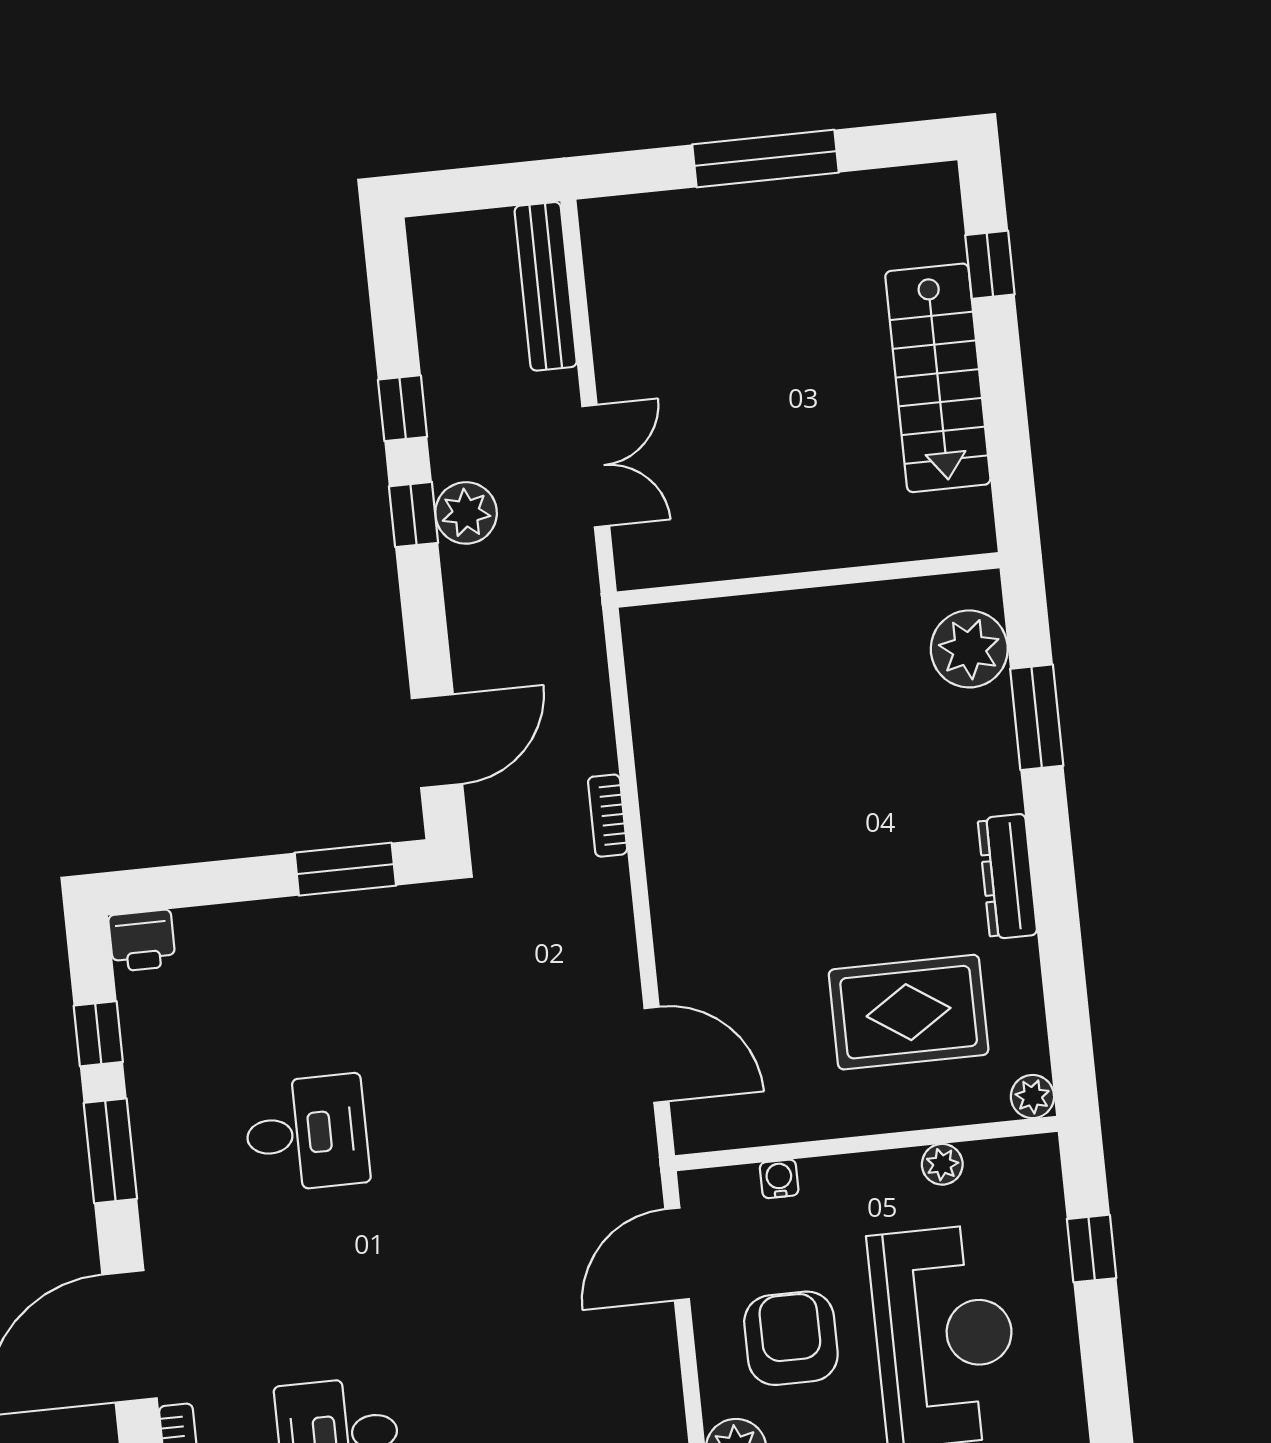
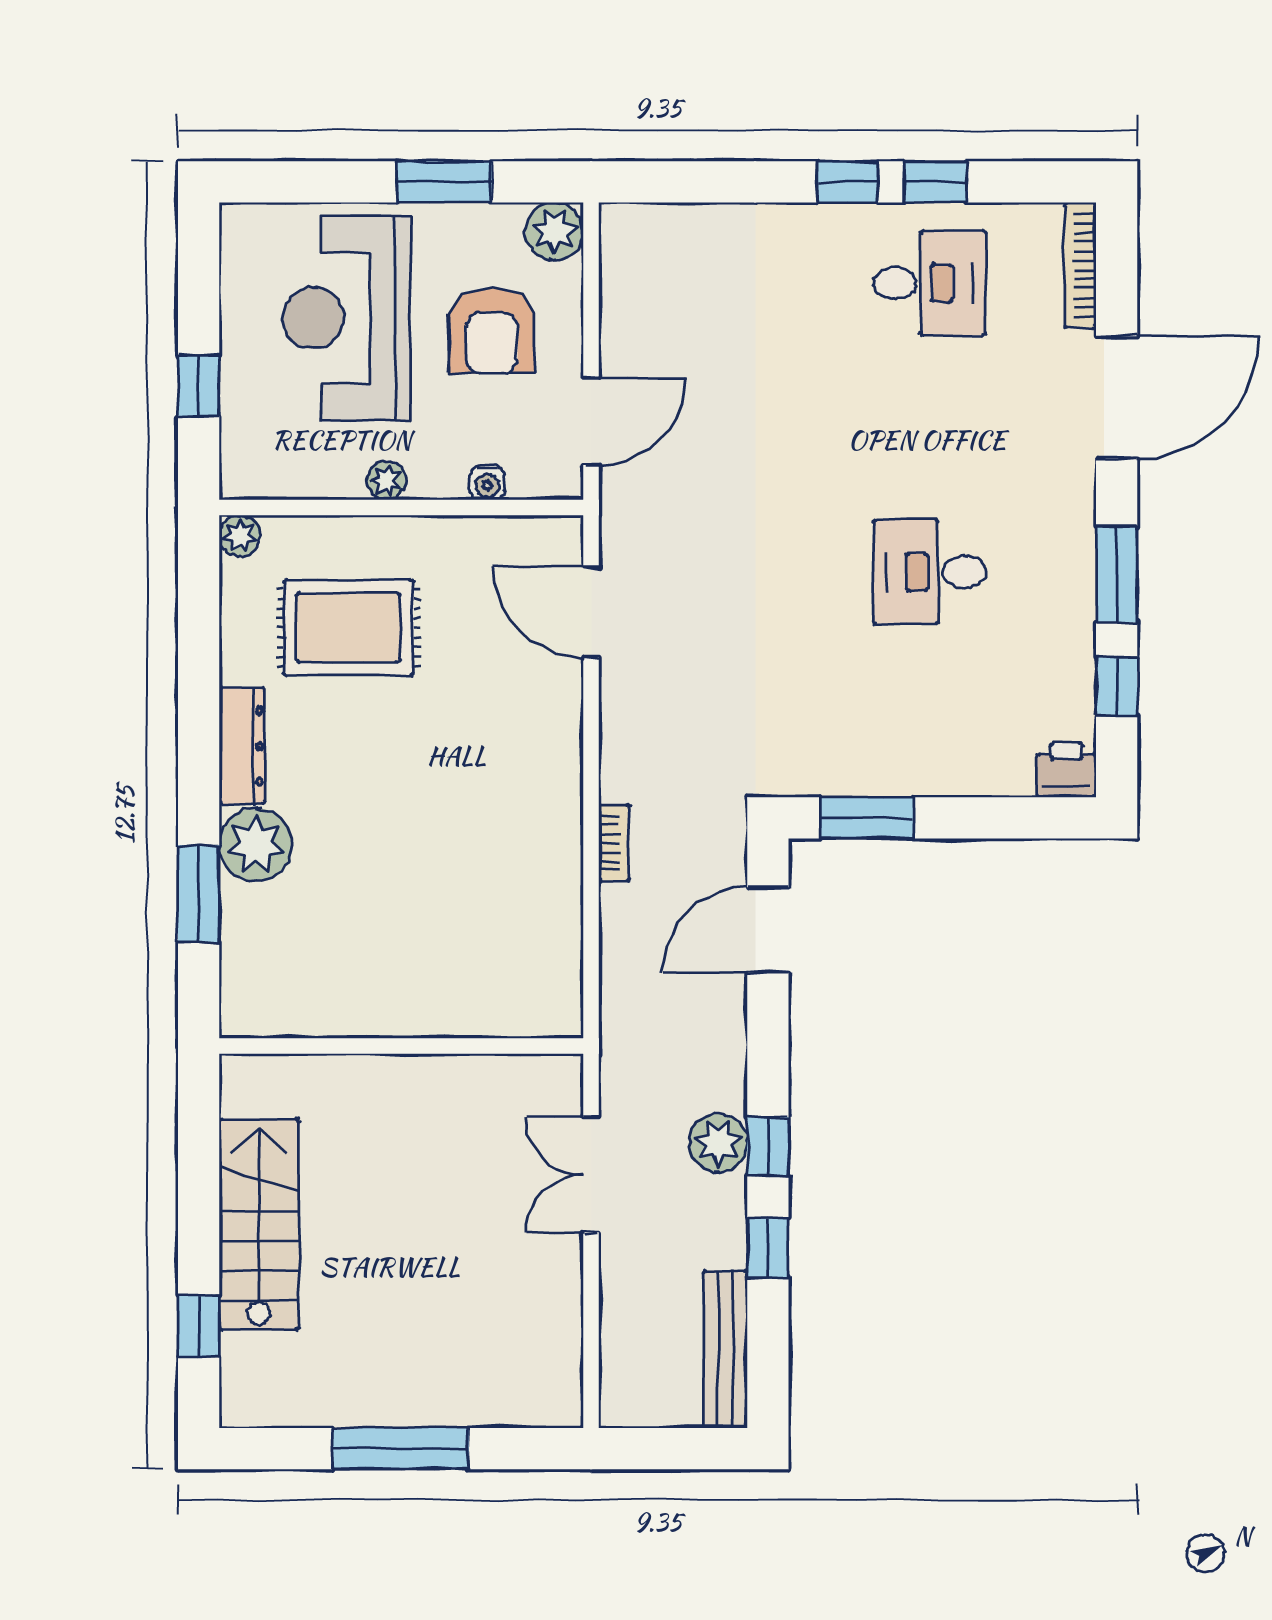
bench: (546, 286) -> (725, 1349), moved
plant: (969, 649) -> (256, 845), moved
plant: (942, 1164) -> (387, 480), moved

